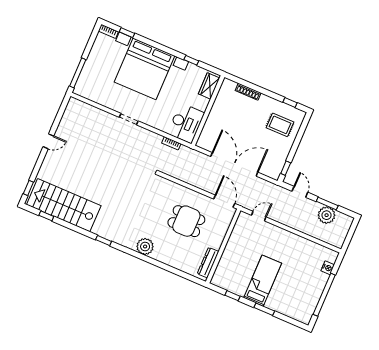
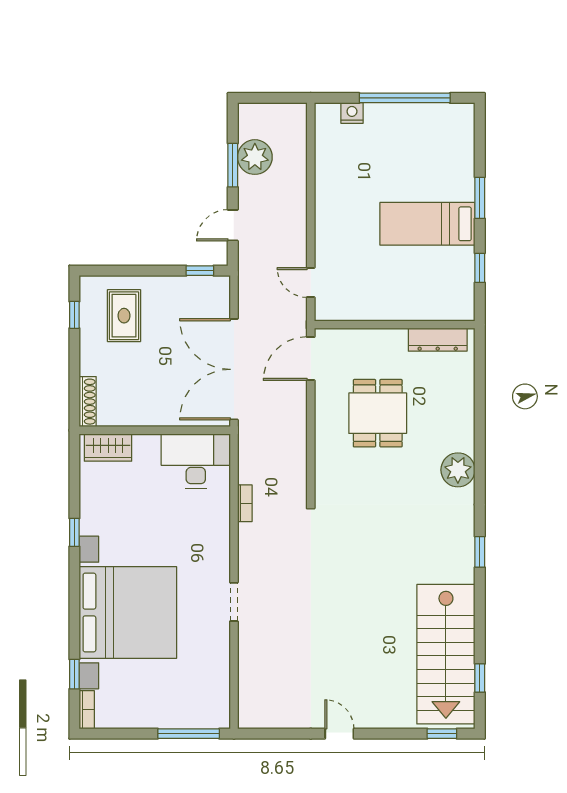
wardrobe: (209, 86) -> (108, 447), moved
wall: (208, 111) -> (155, 430), moved
desk: (186, 123) -> (196, 461), moved

